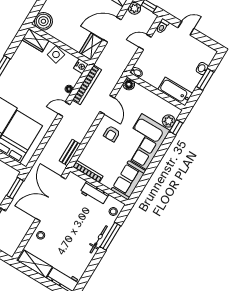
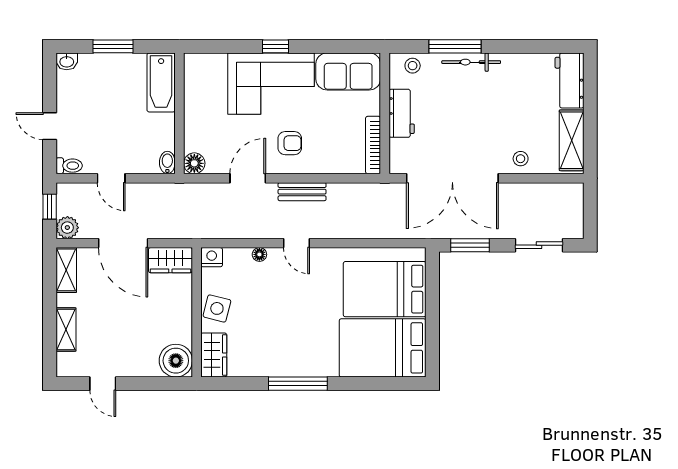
washbasin: (202, 69) -> (67, 61), moved
bookcase: (87, 85) -> (236, 230), removed
plant: (169, 121) -> (215, 64), removed
window: (176, 127) -> (276, 46), moved
bench: (70, 153) -> (302, 192), moved

